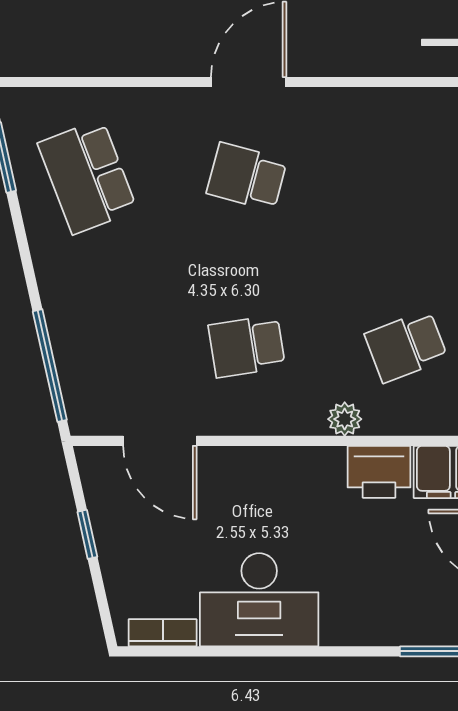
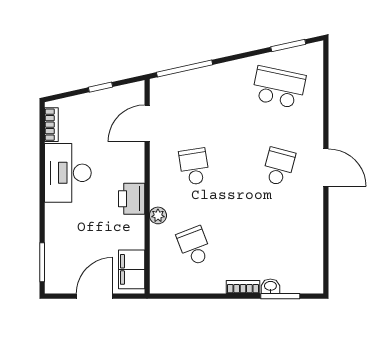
school desk: (87, 177) -> (279, 87), turned 33
printer: (379, 472) -> (132, 199), moved

